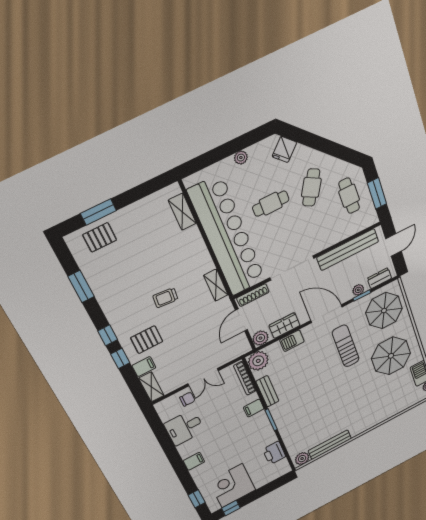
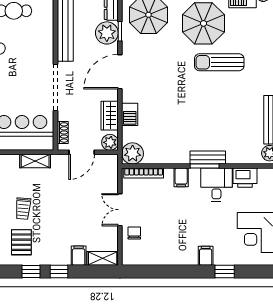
plant: (358, 290) -> (107, 33), width x1.88, depth x1.88
shoe rack: (253, 295) -> (63, 132), width x0.70
door: (241, 320) -> (82, 152), hinge flipped
pallet: (147, 340) -> (21, 242), moved
sun lounger: (346, 346) -> (219, 62), moved
double door: (203, 377) -> (120, 210), swing flipped
bench: (267, 391) -> (208, 158), moved
desk: (184, 428) -> (216, 185), moved, turned 180
window: (197, 499) -> (225, 272), moved

